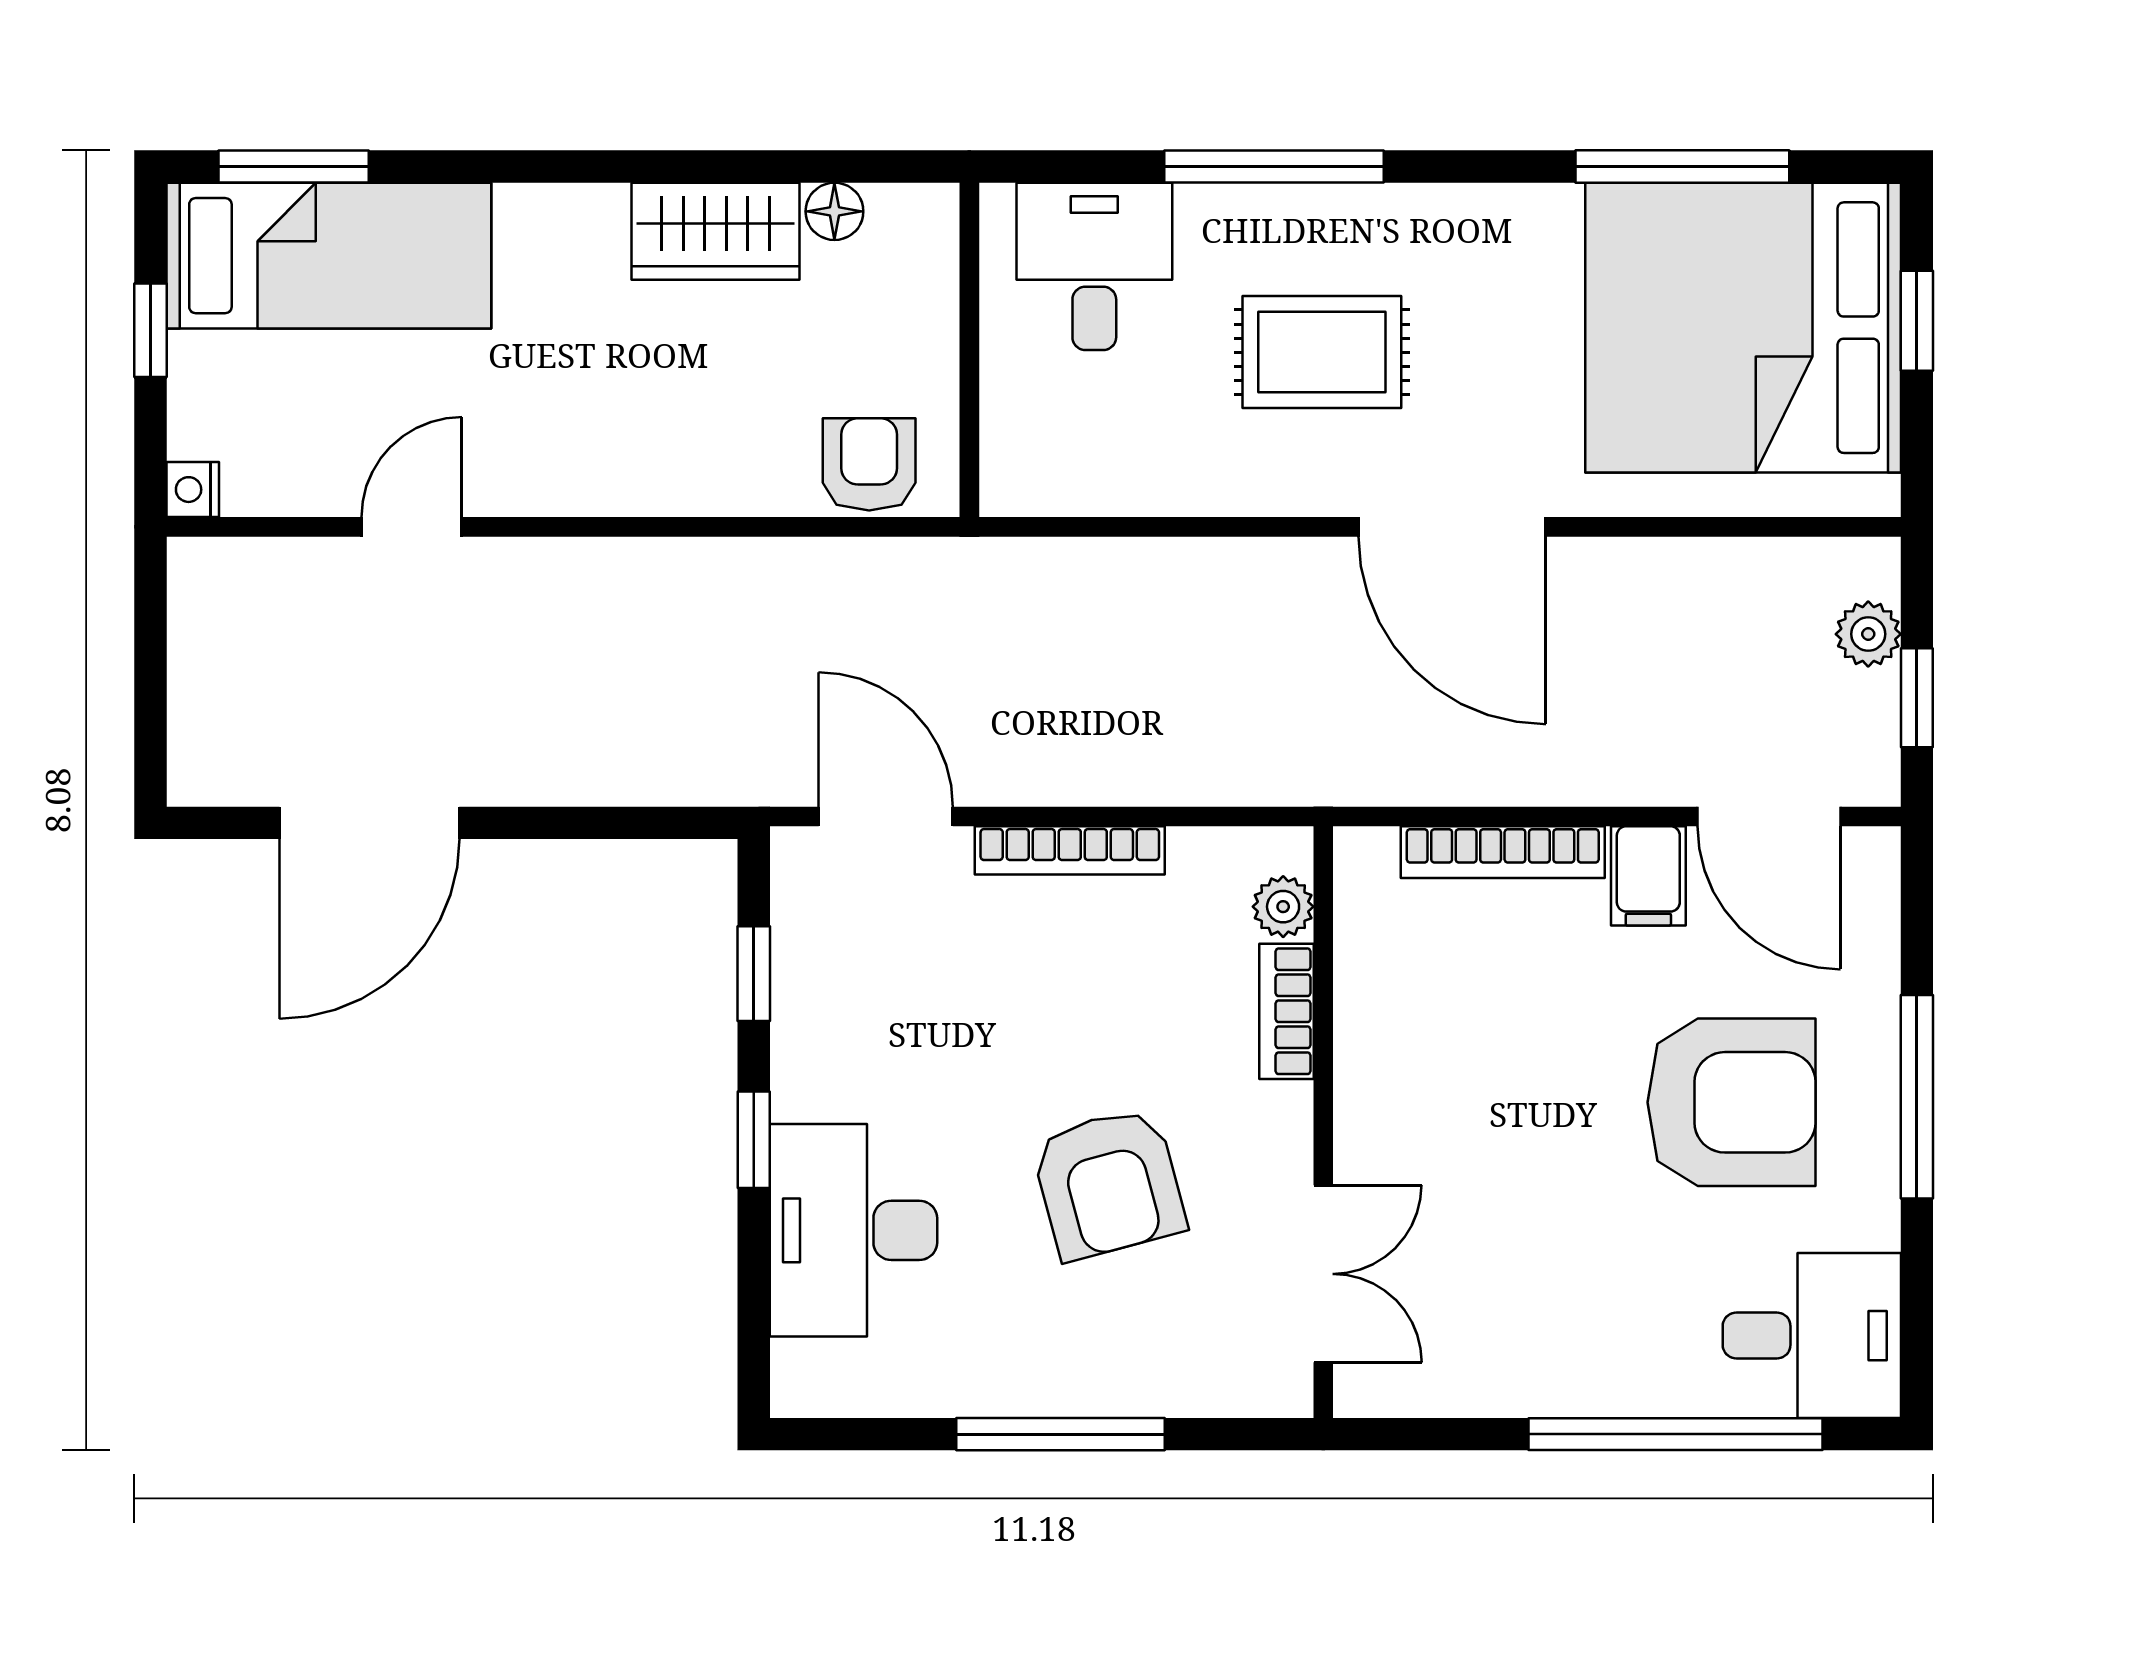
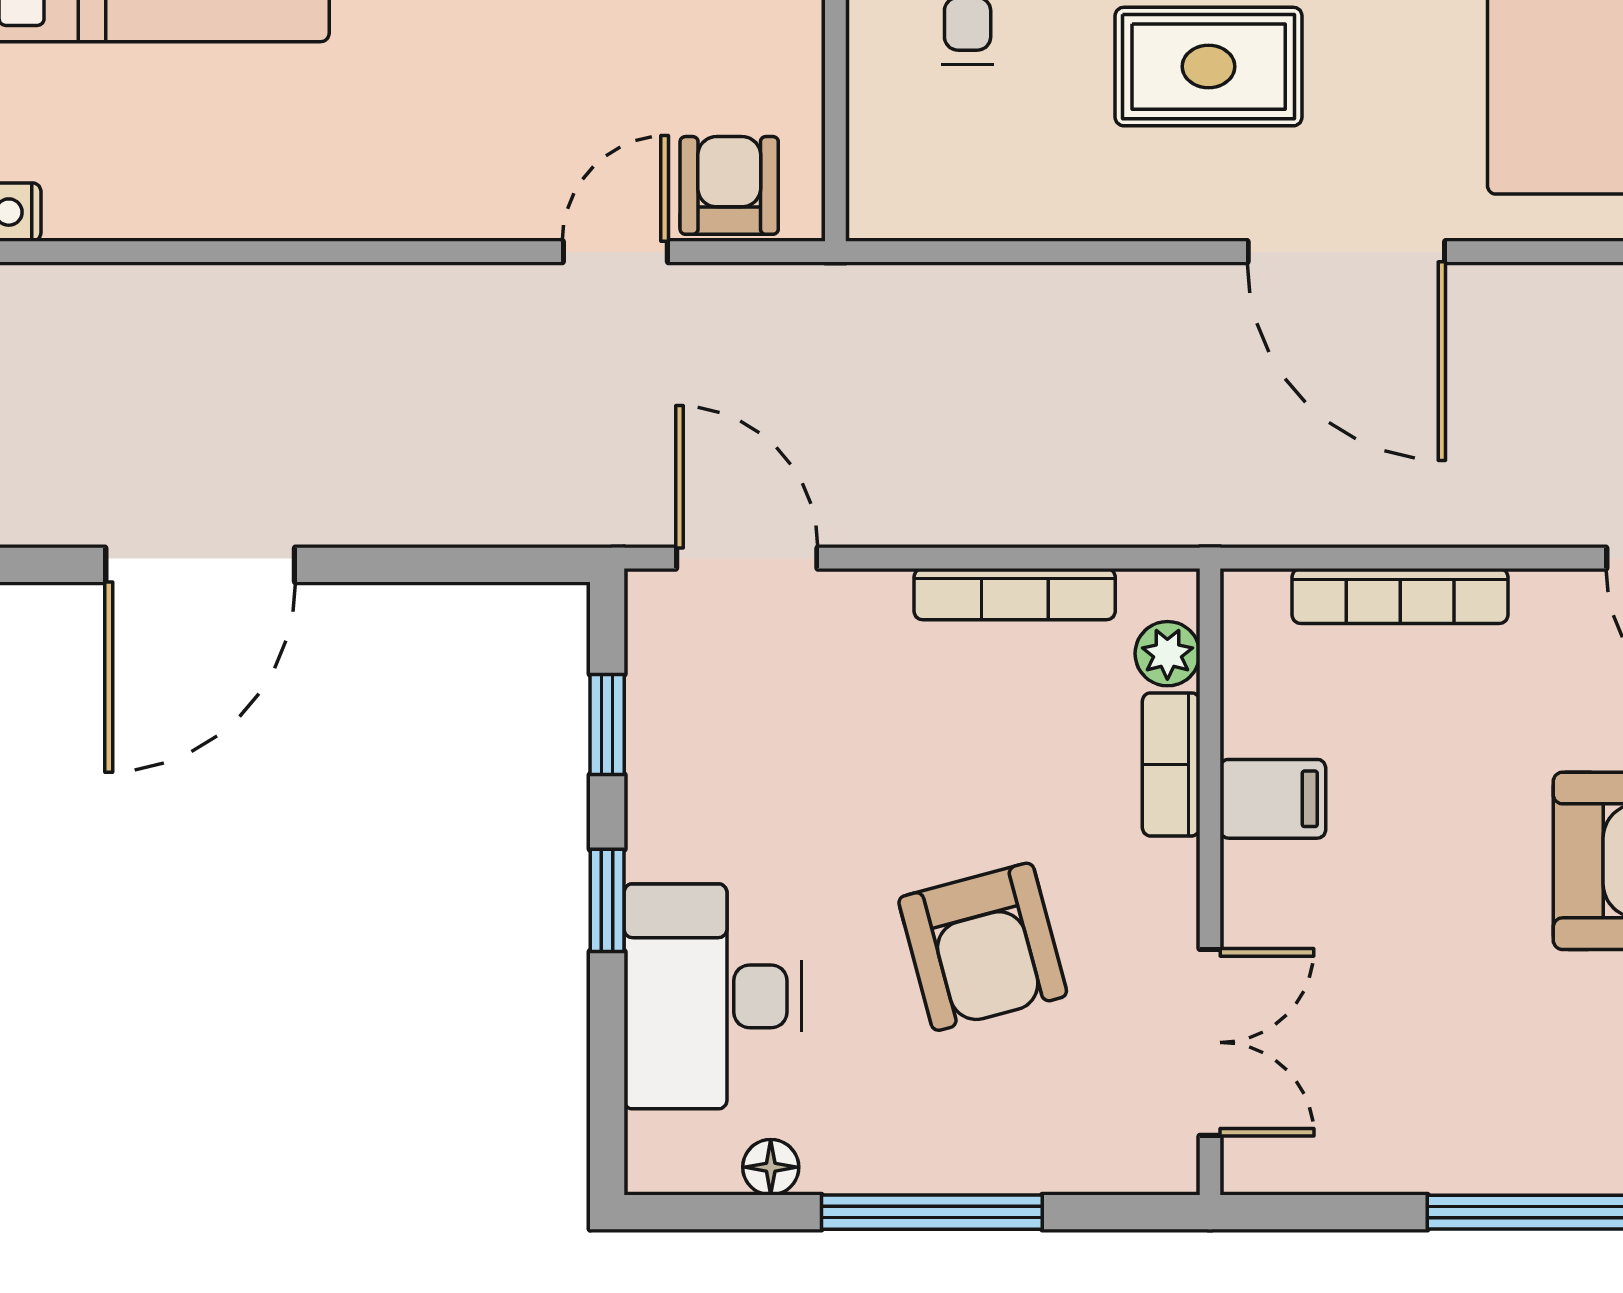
door: (412, 527) -> (615, 252), moved
bookcase: (1070, 850) -> (1015, 594), moved
filing cabinet: (1648, 876) -> (1273, 799), moved, turned -90
floor lamp: (908, 1392) -> (771, 1167), added

